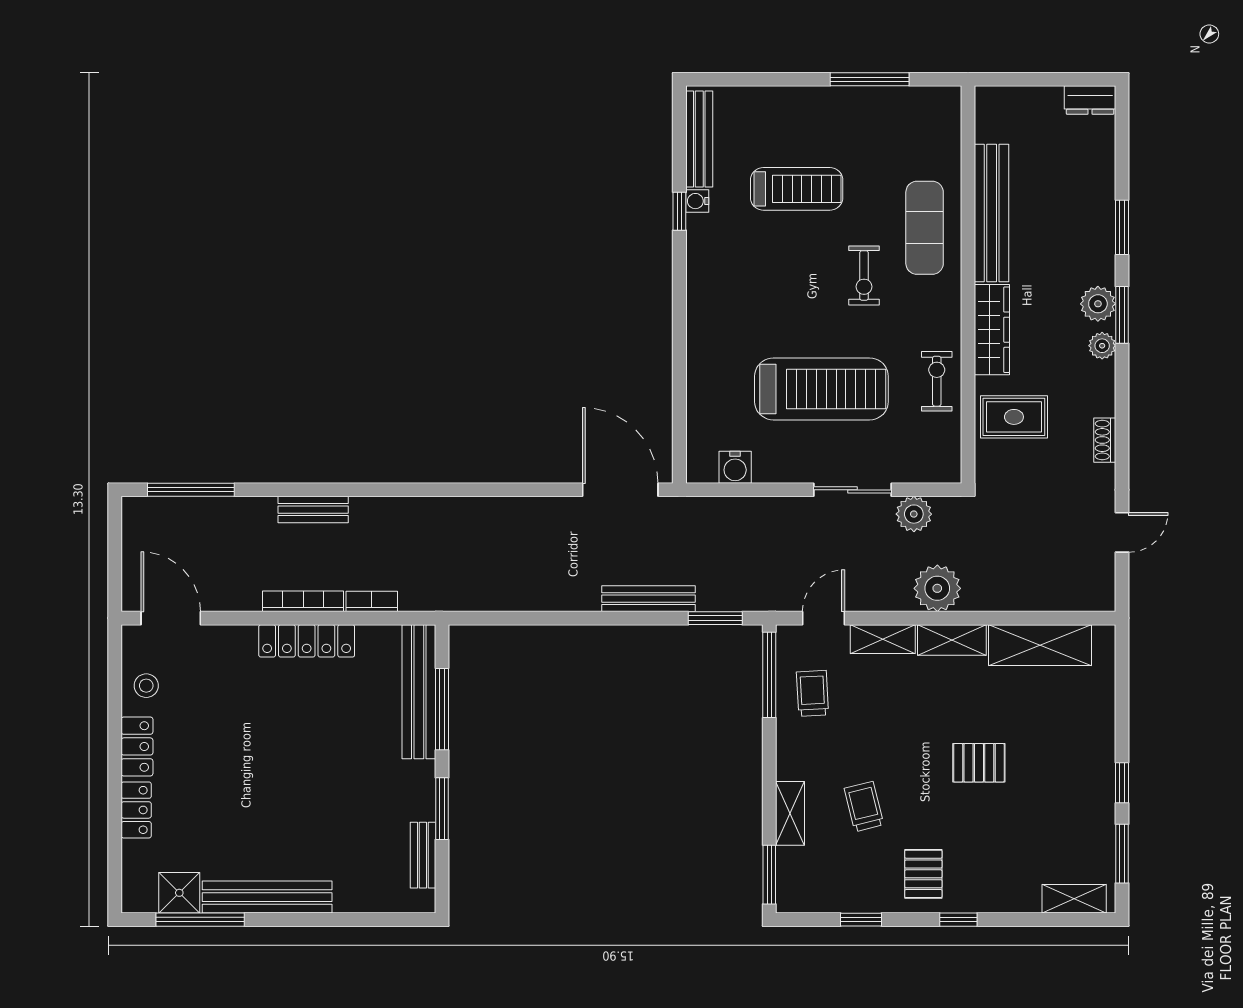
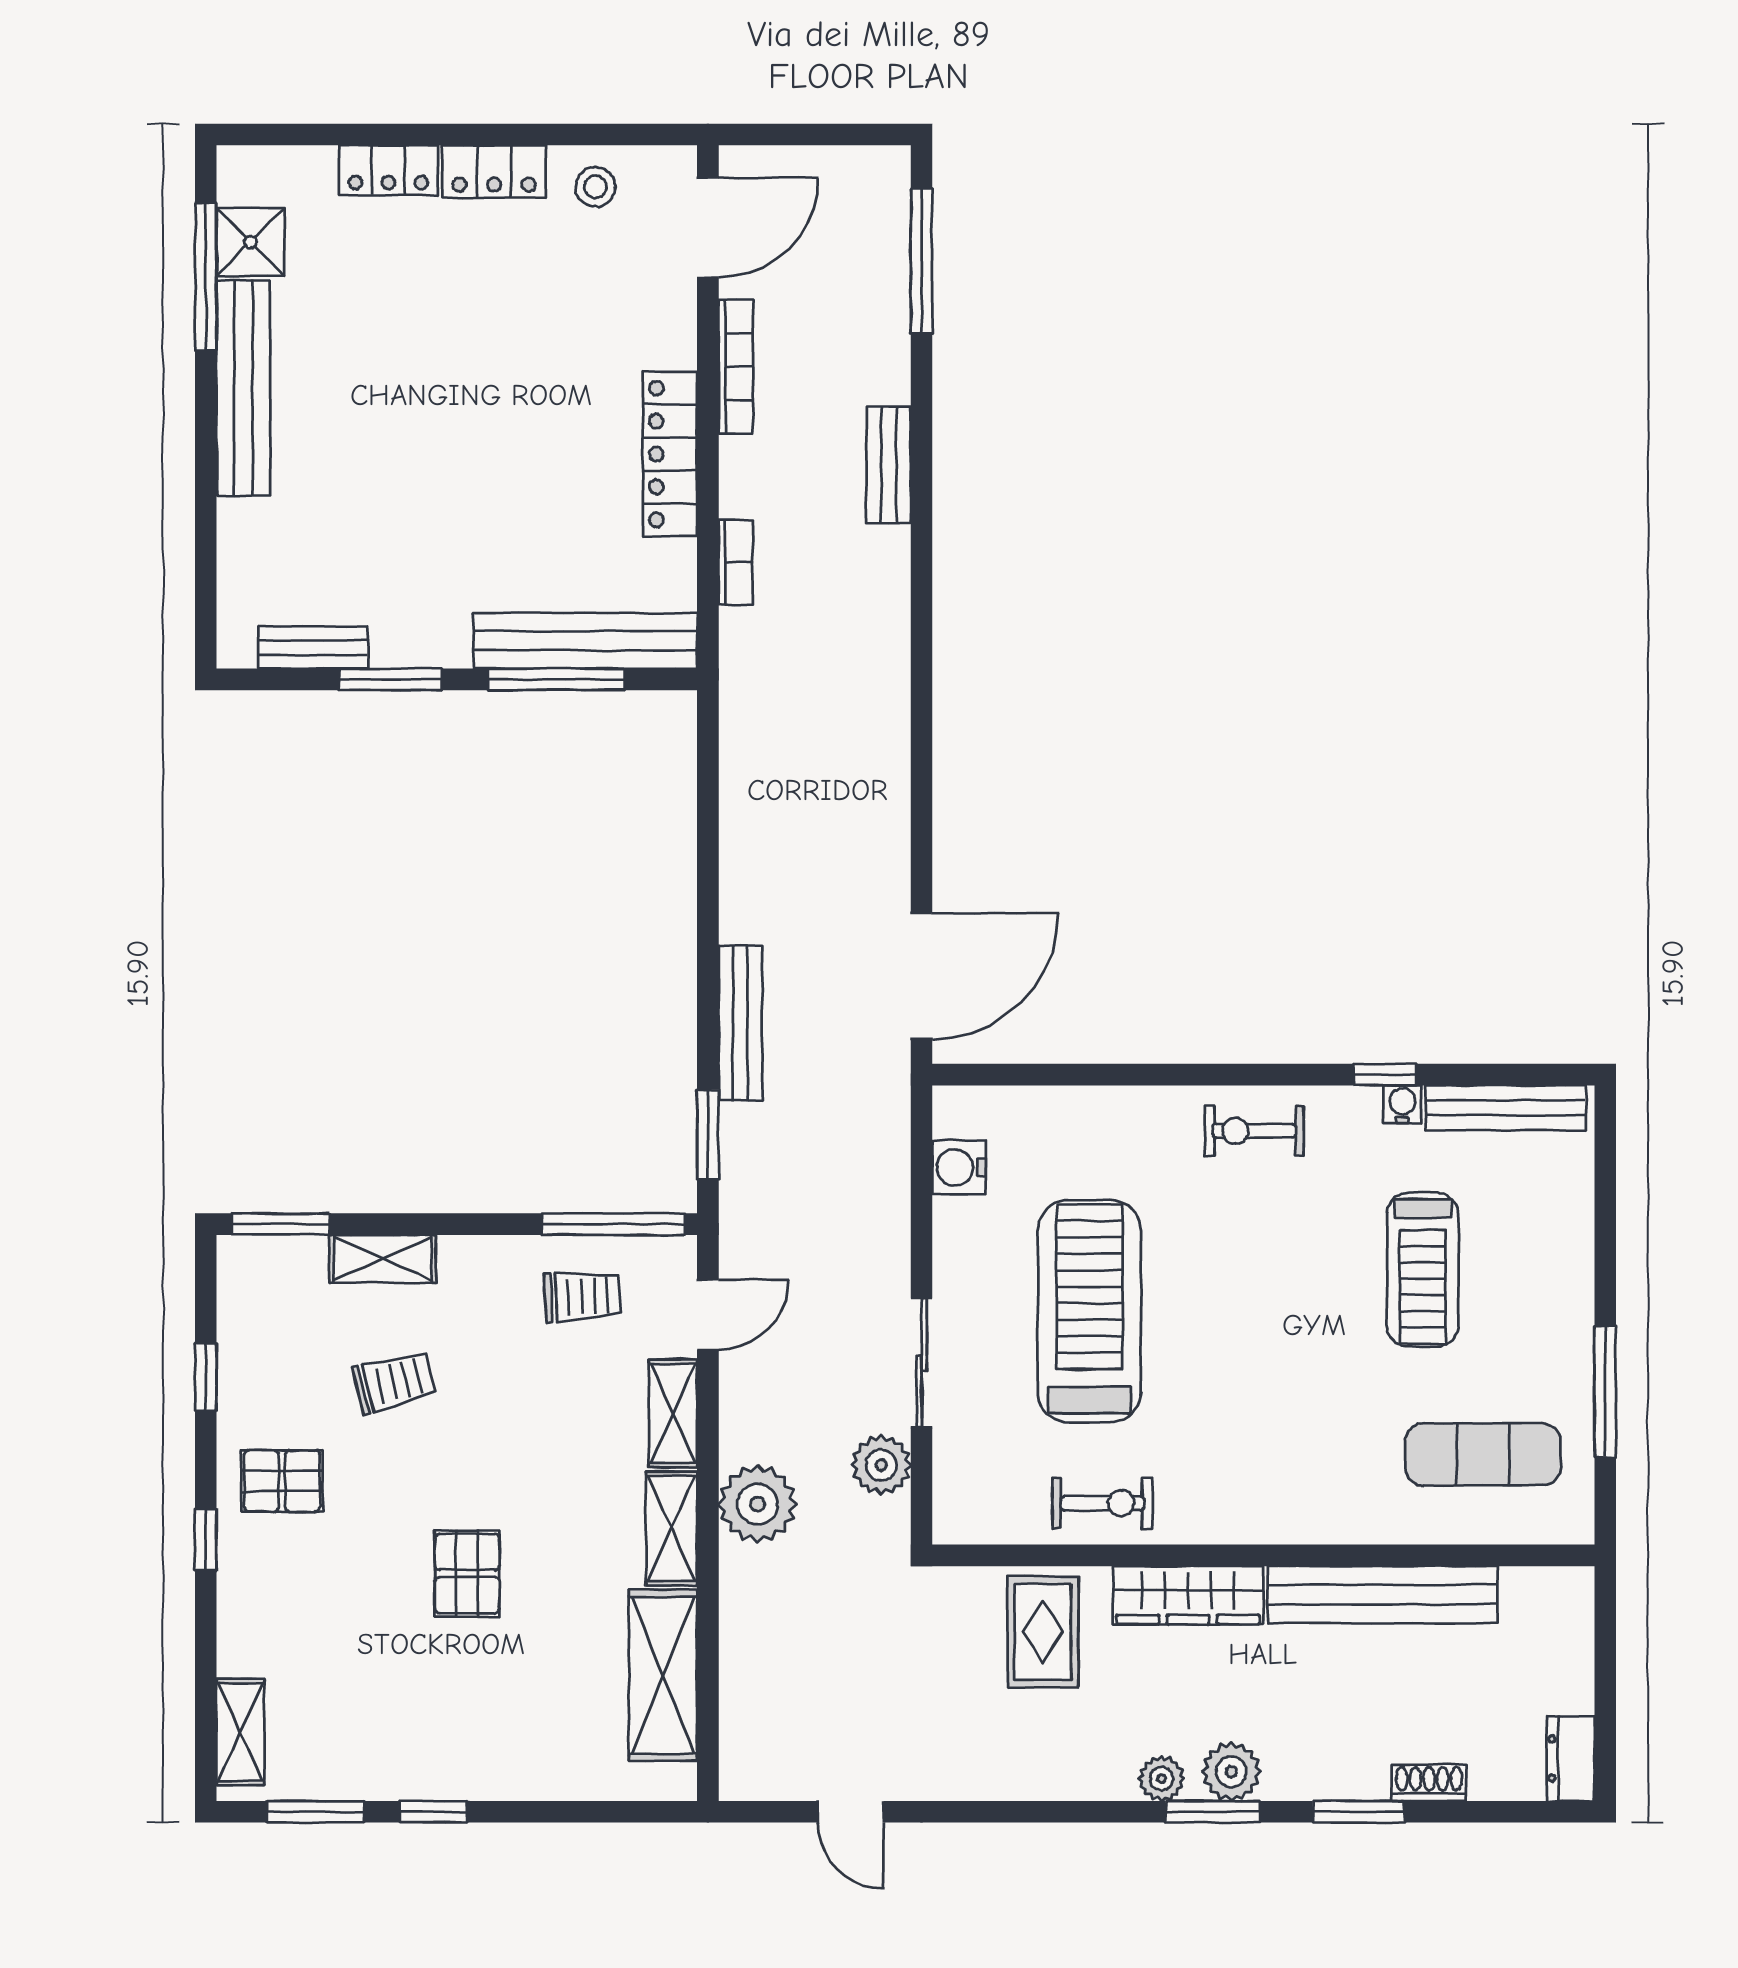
exercise mat: (925, 228) -> (1483, 1454), moved
exercise bike: (864, 275) -> (1254, 1131), moved
treadmill: (821, 389) -> (1089, 1311), turned 180
shoe rack: (1105, 440) -> (1429, 1783), moved
bookcase: (303, 601) -> (736, 367), moved
door: (824, 618) -> (708, 1315), hinge flipped

